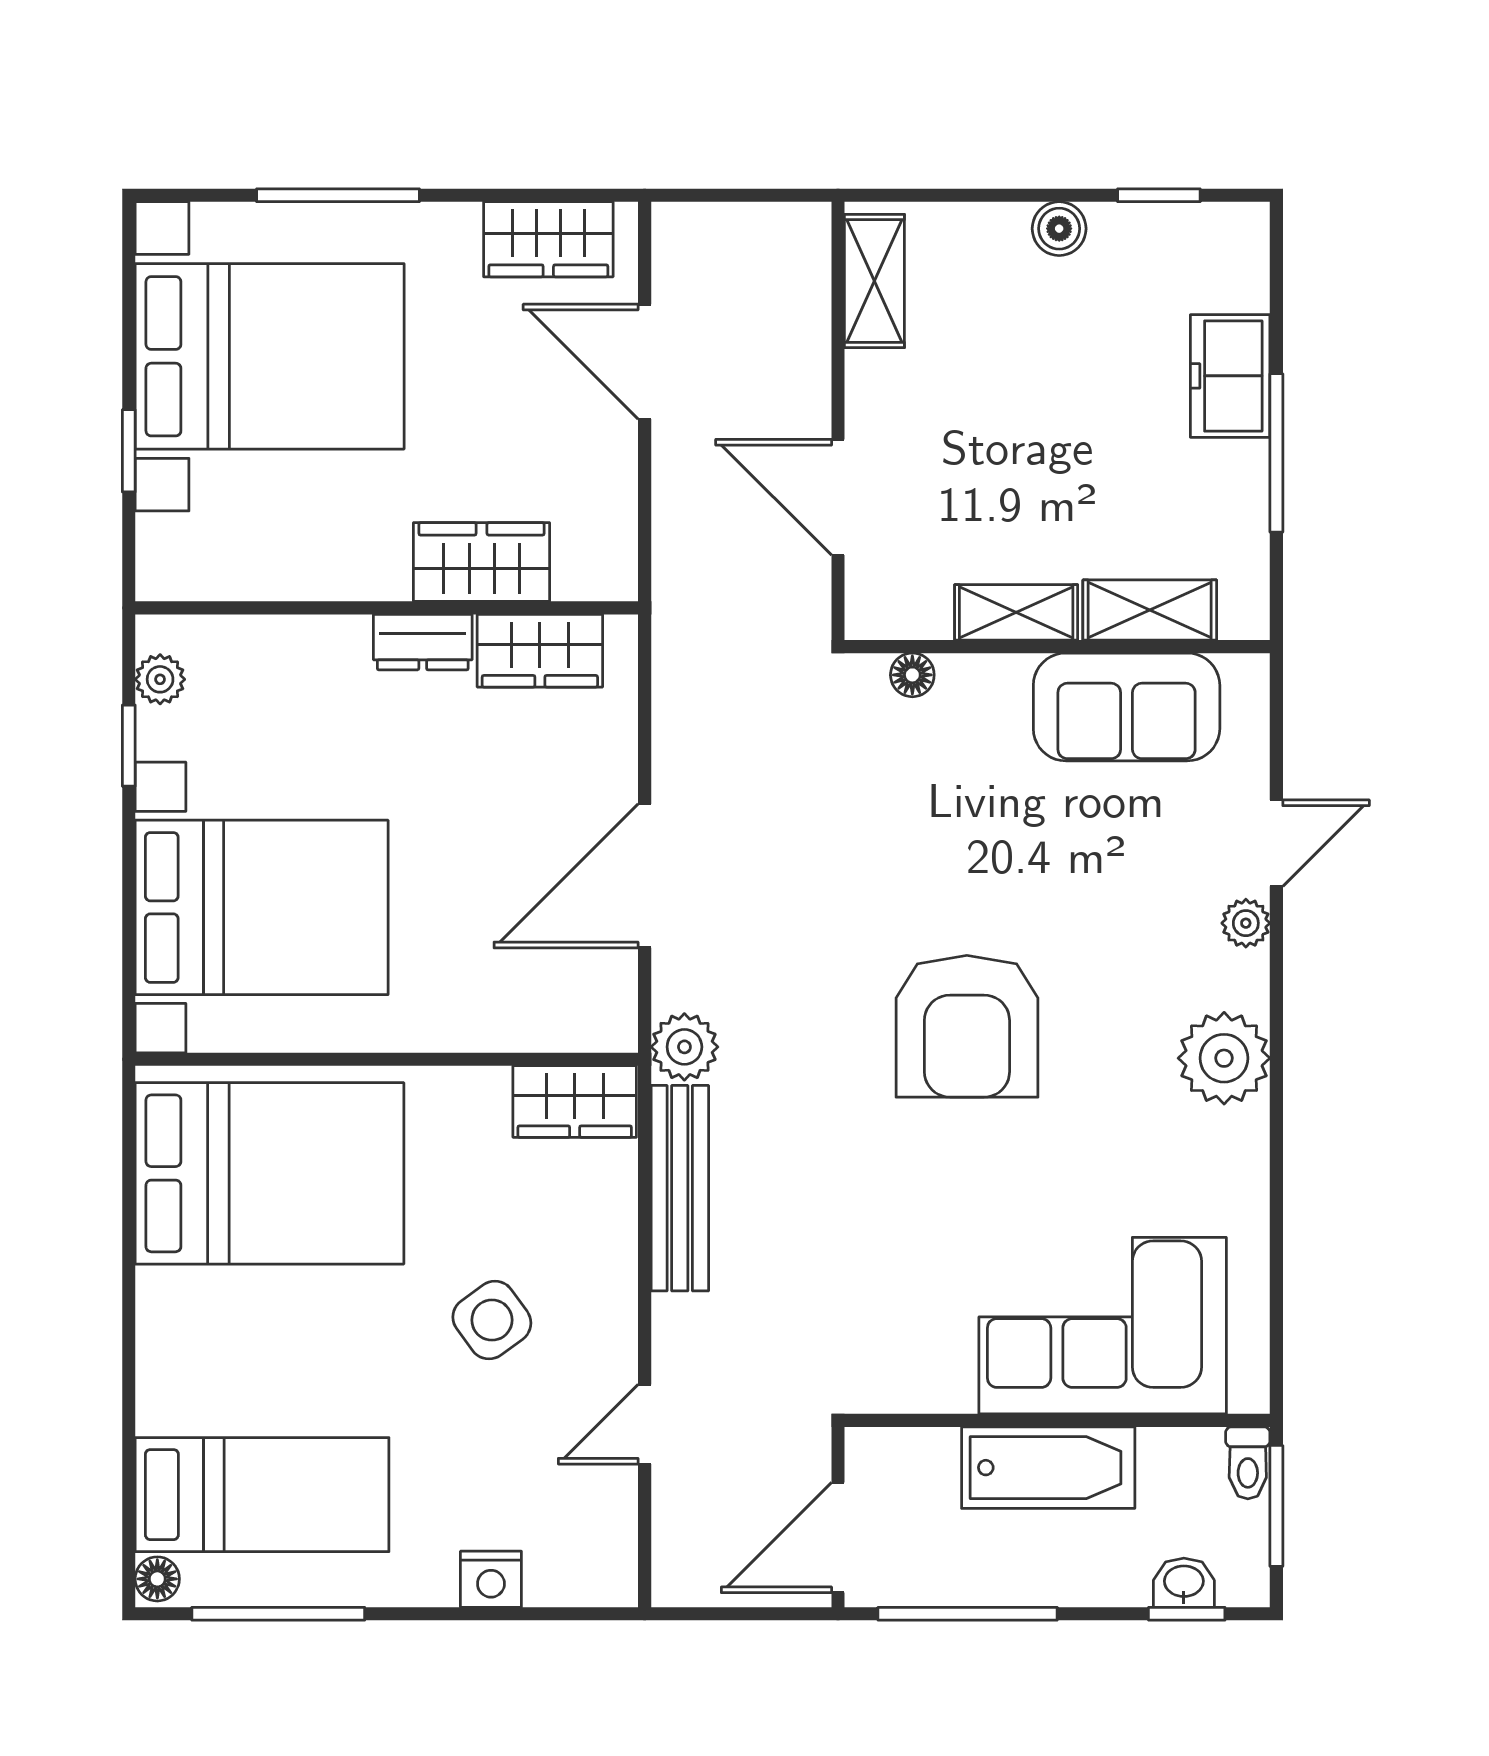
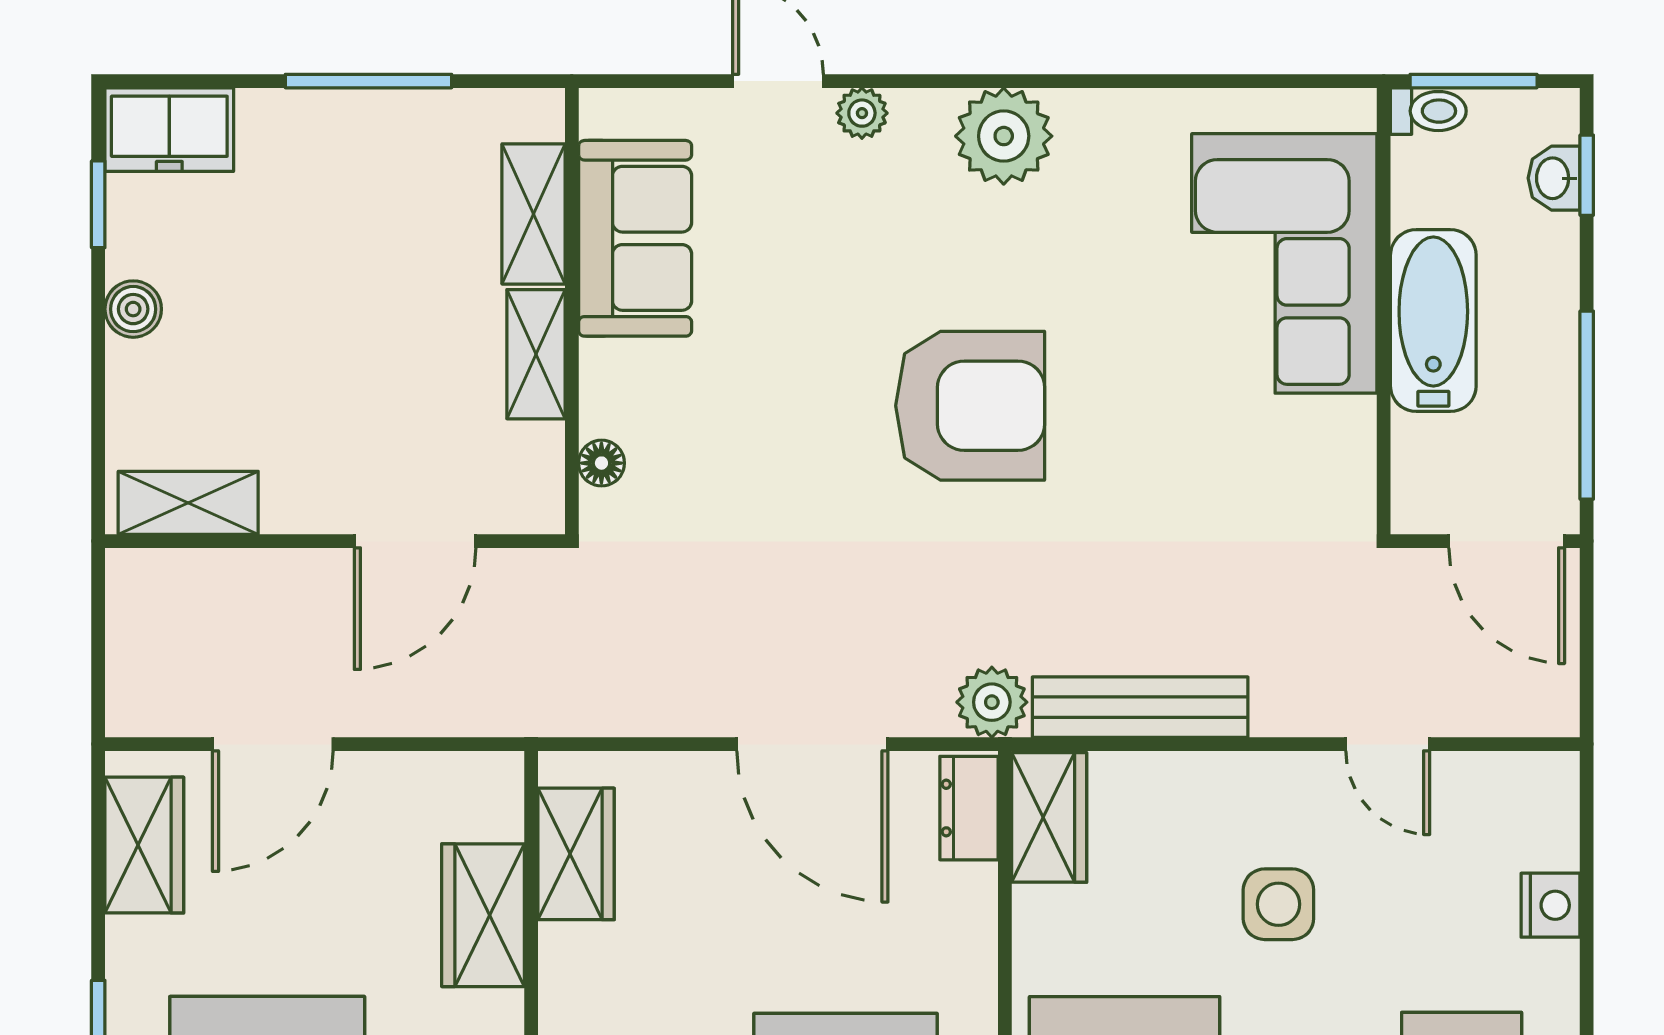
freezer: (1230, 376) -> (169, 130), moved
dresser: (423, 642) -> (969, 808), moved, turned 180
side table: (492, 1320) -> (1278, 904), turned 36

